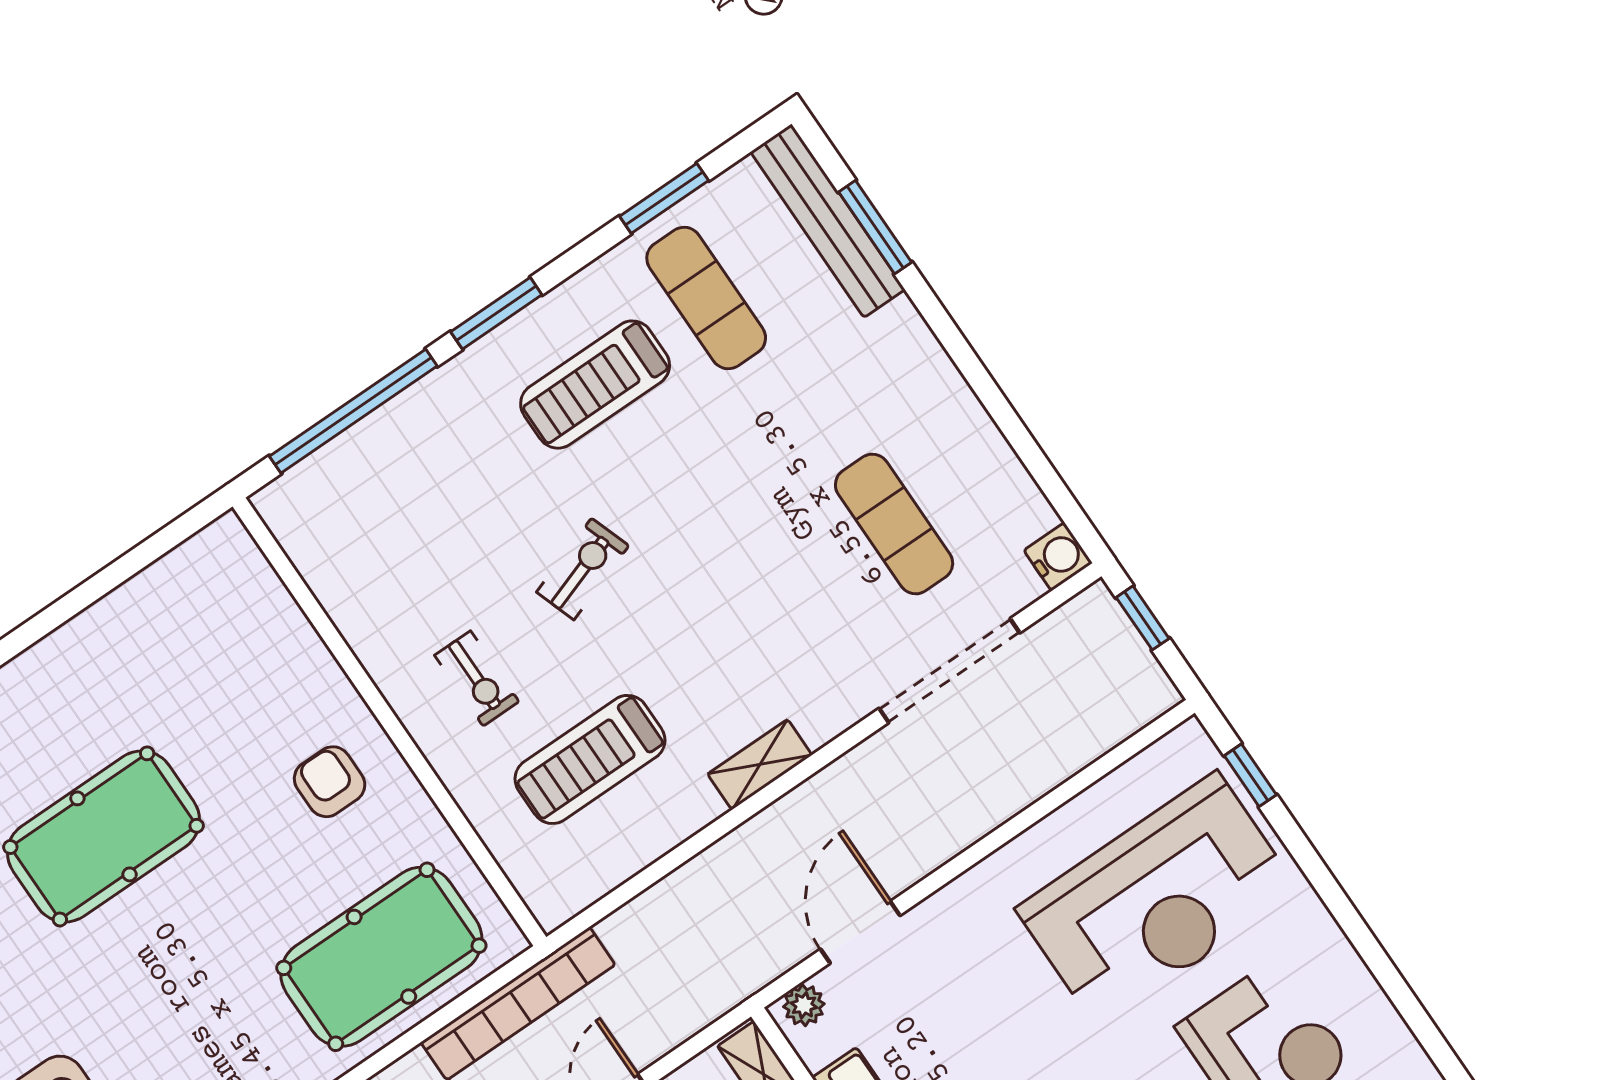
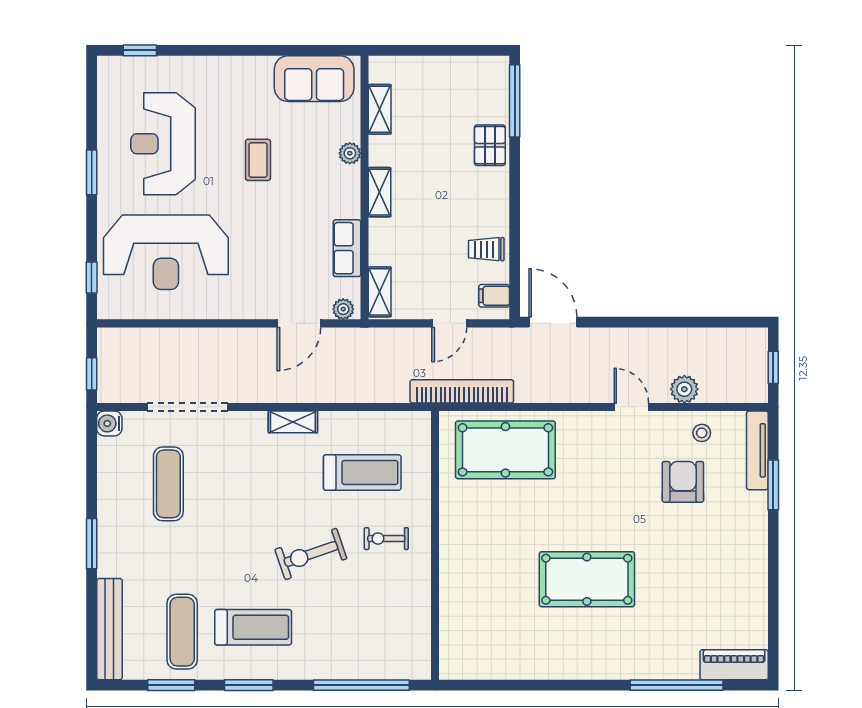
window: (875, 227) -> (92, 544), moved
window: (496, 313) -> (249, 685), moved
exercise bike: (583, 569) -> (311, 554), width x1.38, depth x1.39
exercise bike: (477, 678) -> (386, 539), turned -90
armchair: (330, 782) -> (477, 538), removed
reception desk: (1157, 900) -> (166, 252), turned 180
window: (1368, 947) -> (92, 172), added

